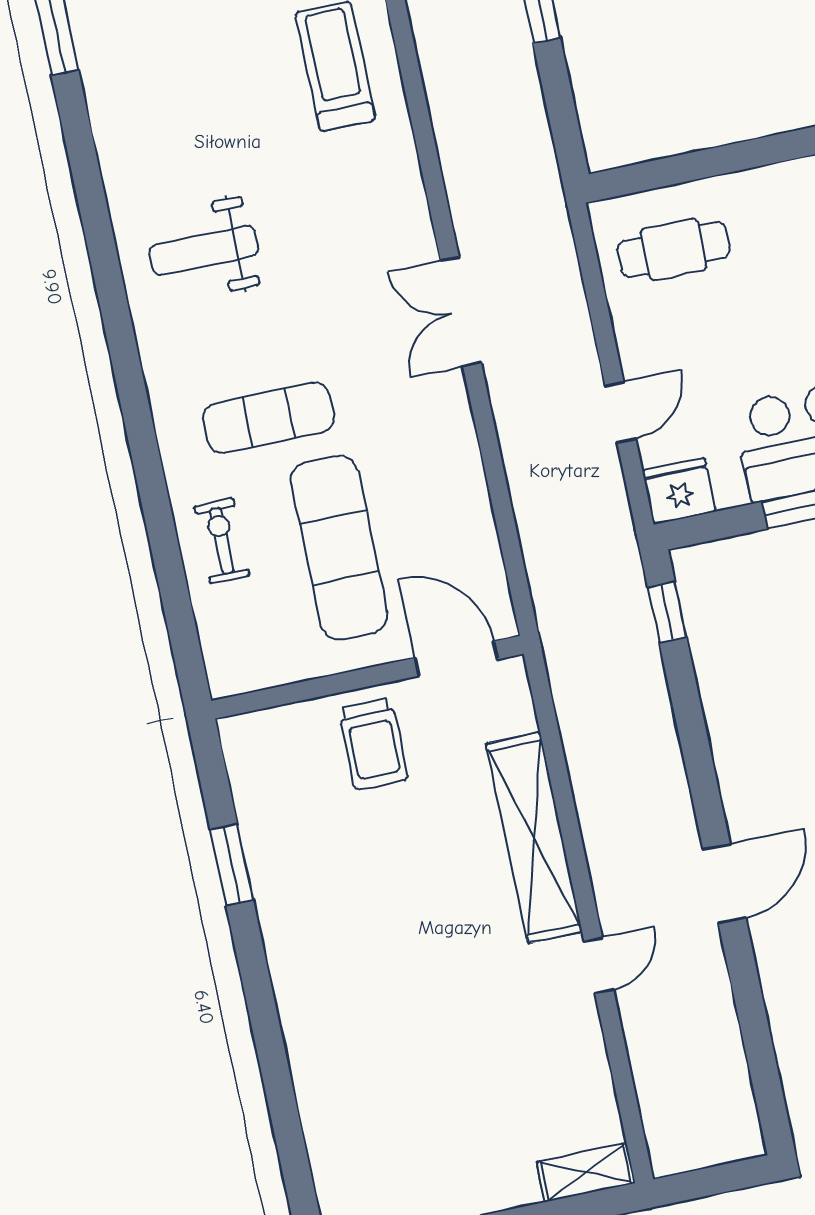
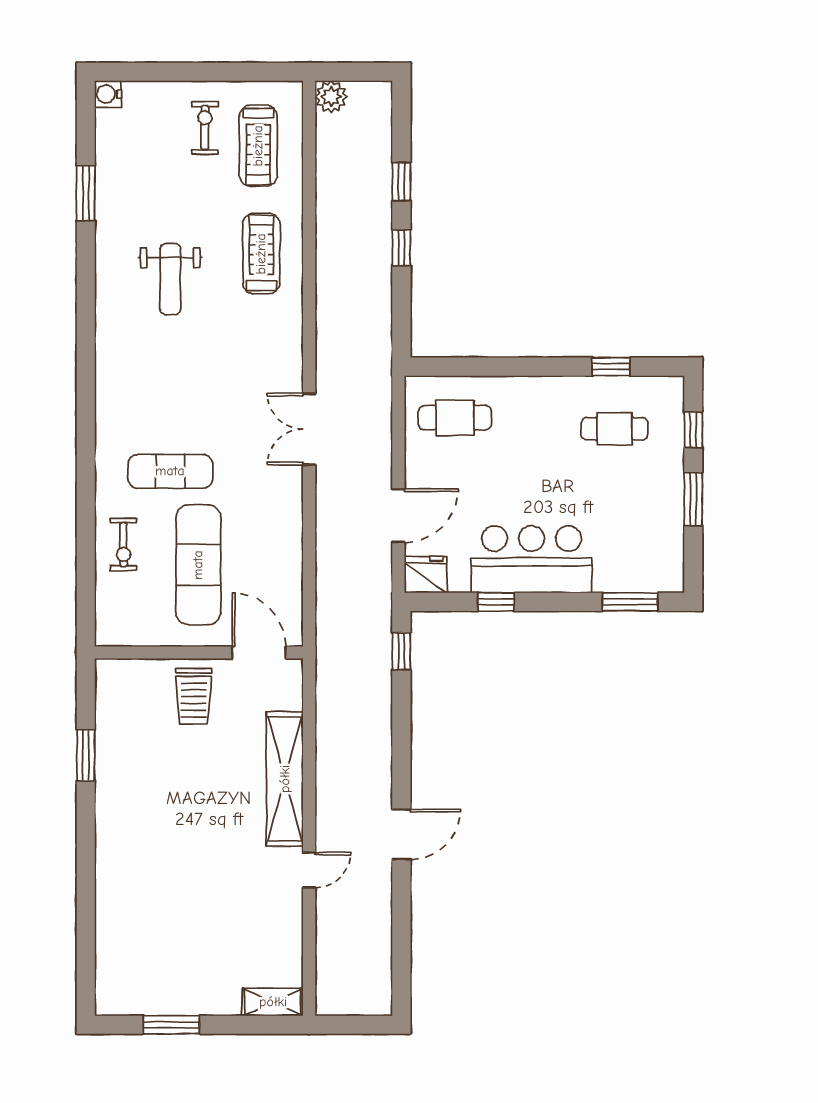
weight bench: (204, 250) -> (170, 279), moved, turned -90
door: (620, 412) -> (398, 516), width x1.38
exercise bike: (222, 541) -> (123, 545), turned 180

